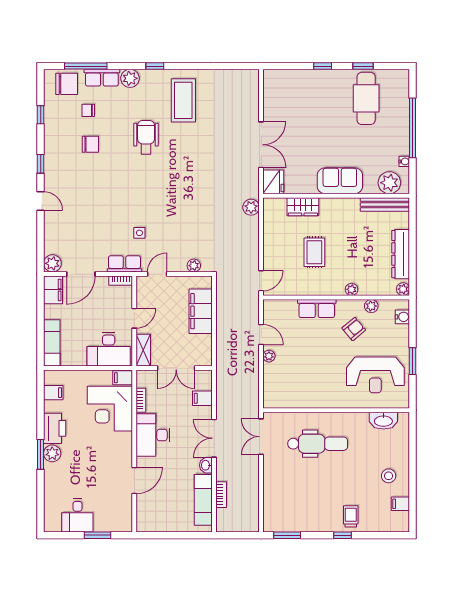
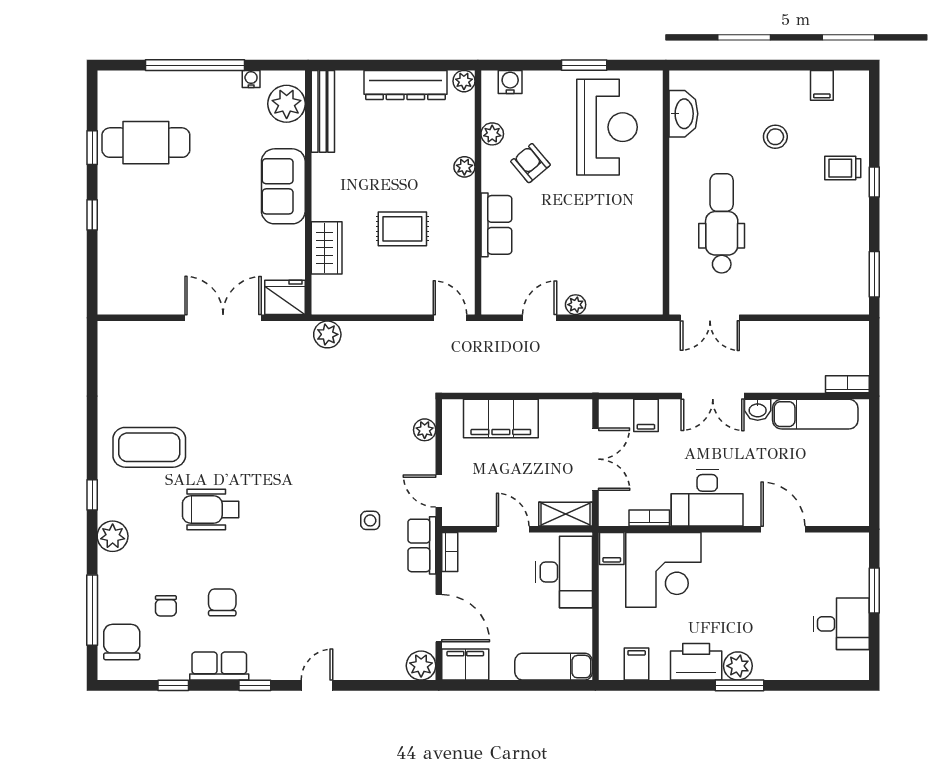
row of seats: (102, 78) -> (219, 666), moved, turned -90
stool: (389, 476) -> (775, 137), moved
bookcase: (221, 495) -> (847, 384), moved

